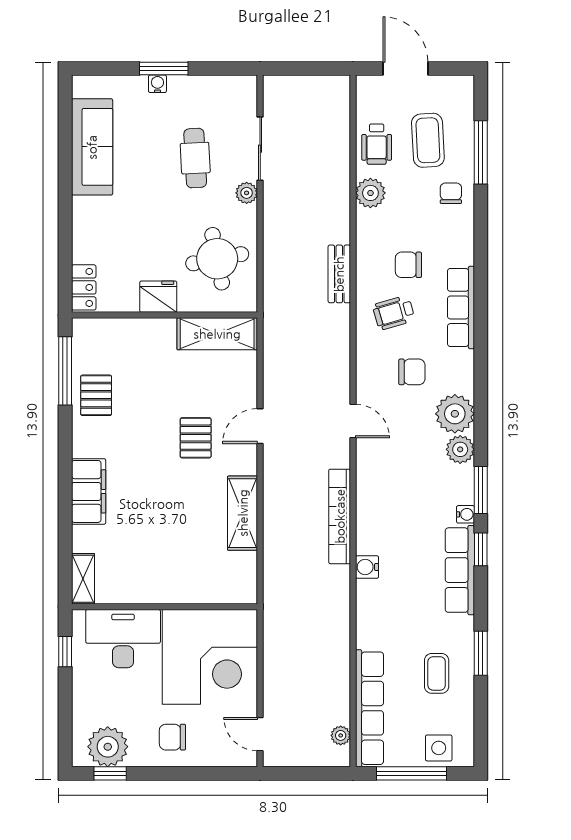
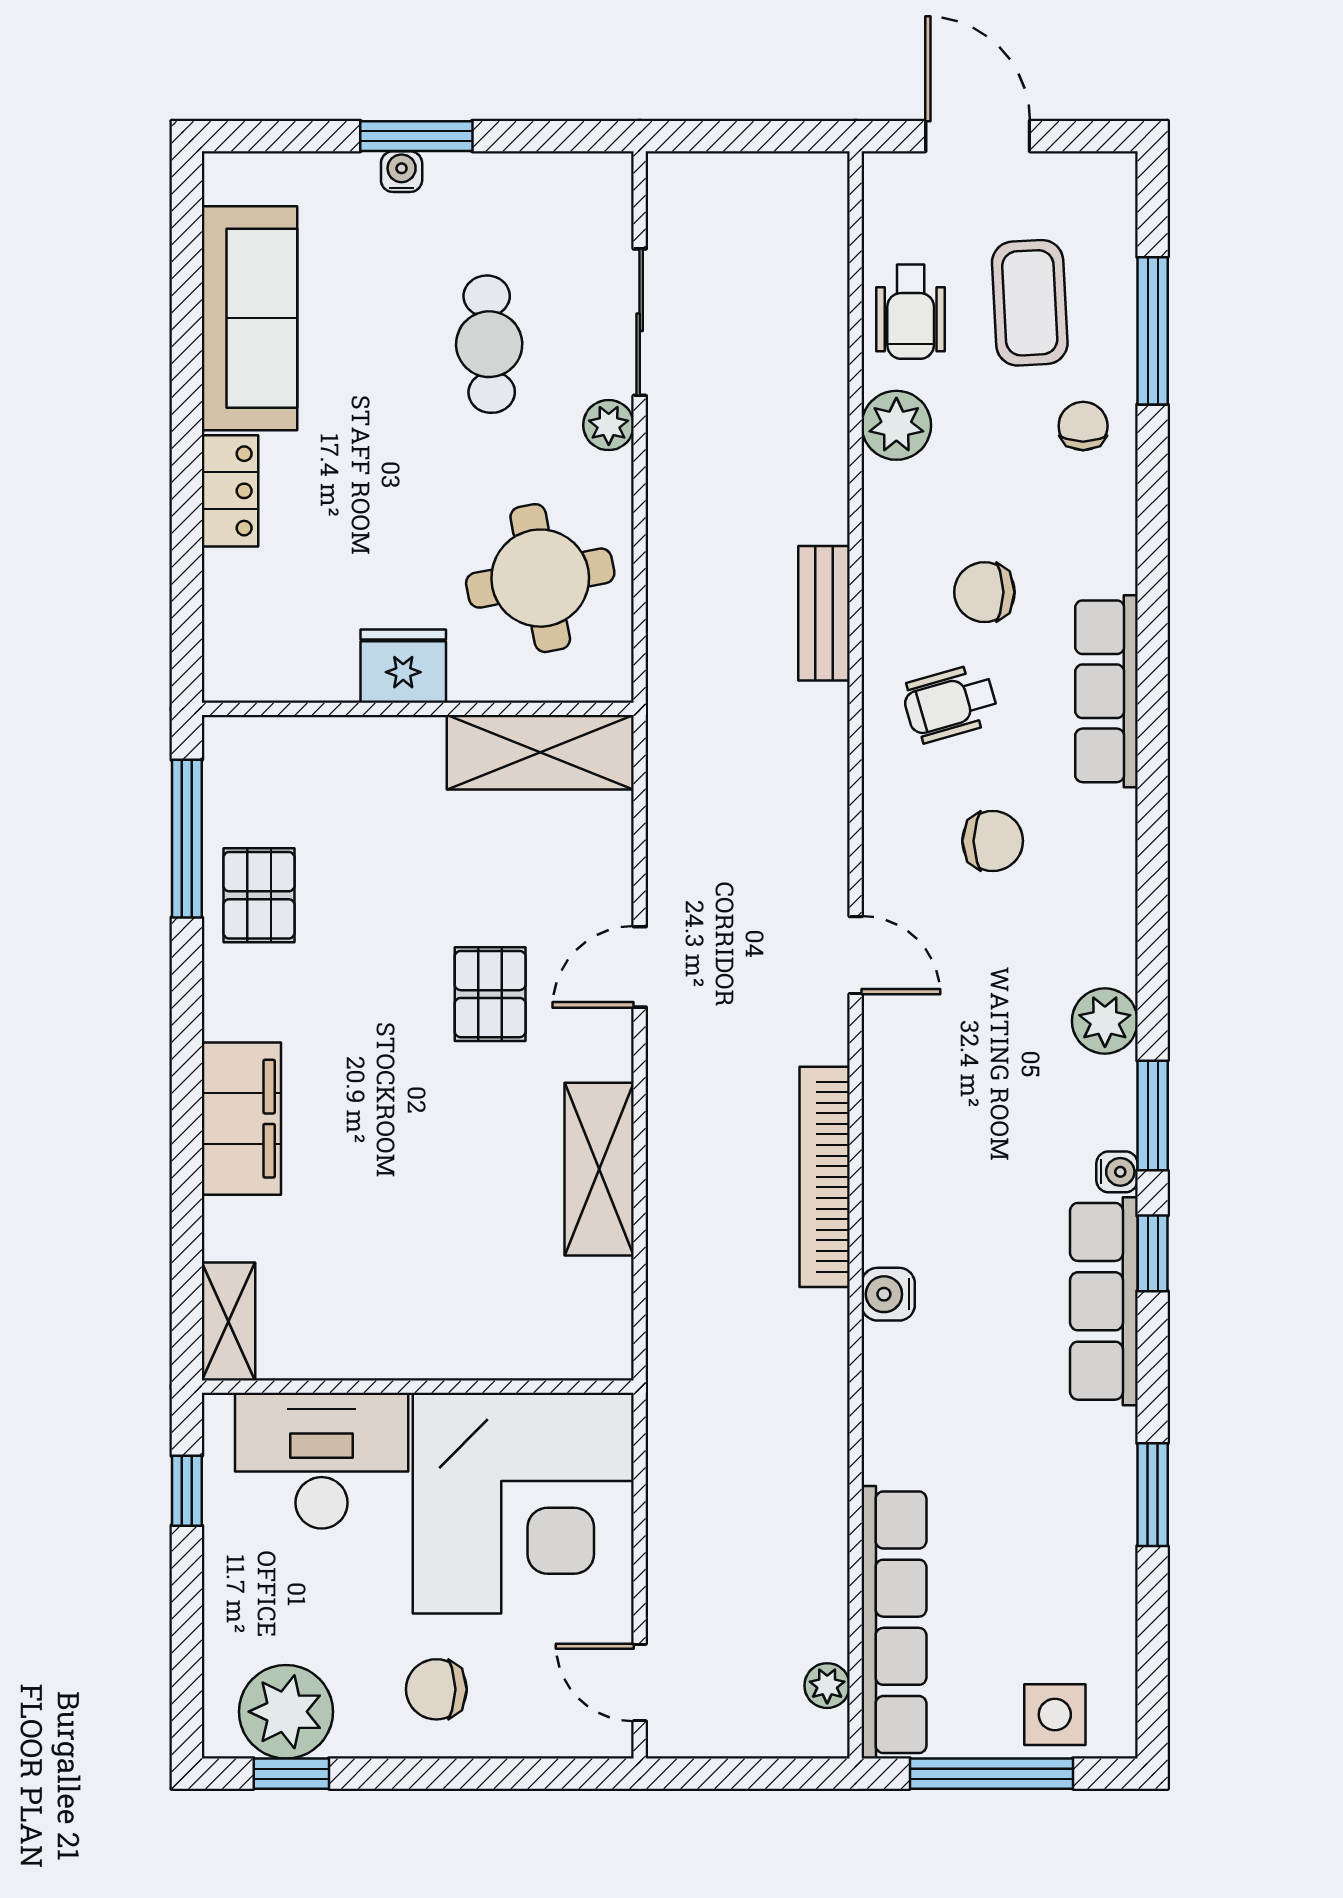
locker: (84, 287) -> (230, 491), moved
plant: (455, 414) -> (1092, 938), removed
coffee table: (437, 673) -> (1050, 1541), removed

